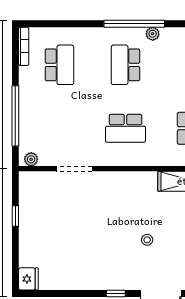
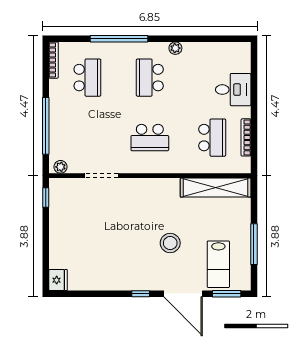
window: (134, 24) -> (119, 39), moved
window: (15, 216) -> (46, 198), moved
stool: (147, 240) -> (170, 243), width x1.89, depth x1.89

